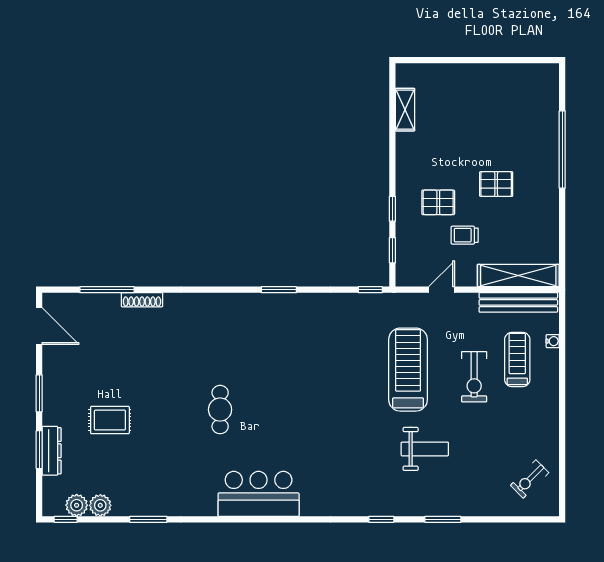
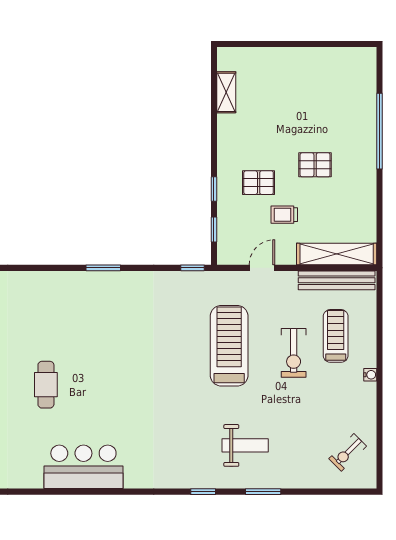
water cooler: (553, 341) -> (370, 375), moved
weight bench: (425, 449) -> (245, 445), moved

